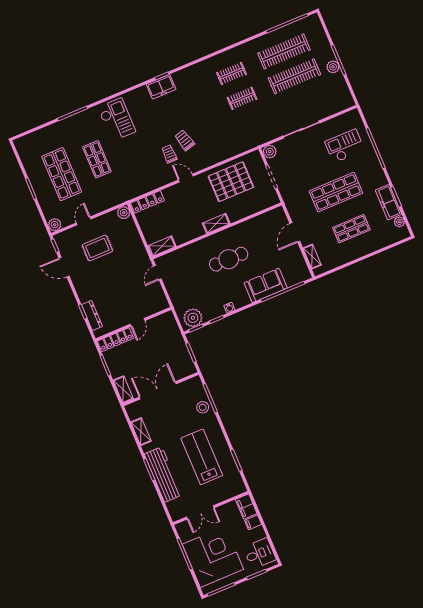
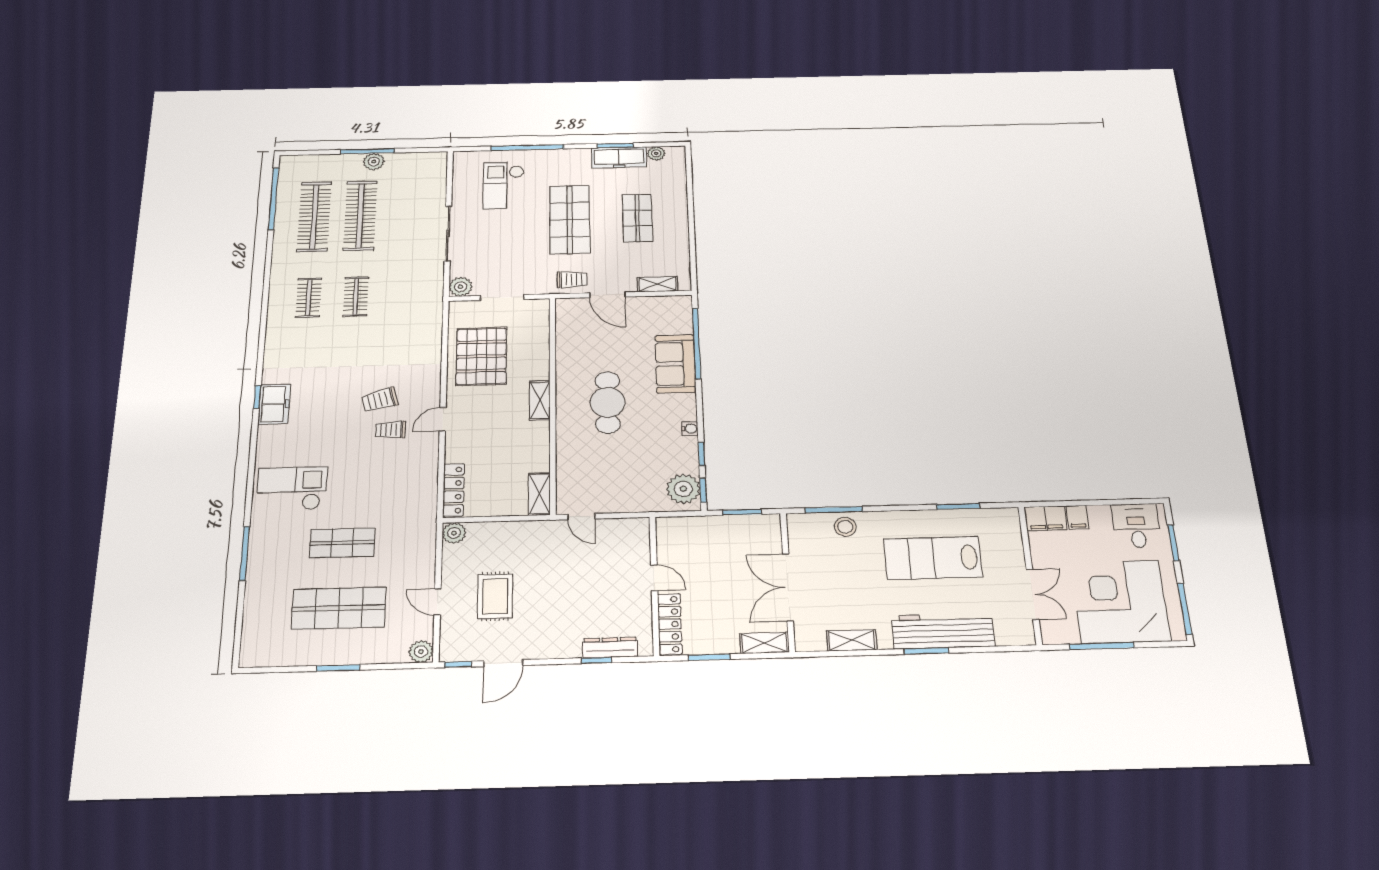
trolley: (297, 209) -> (572, 280), added

